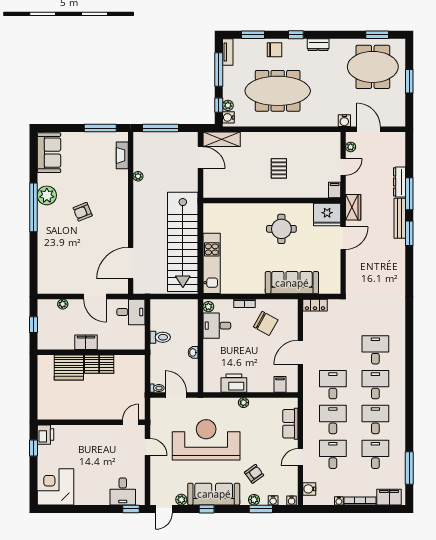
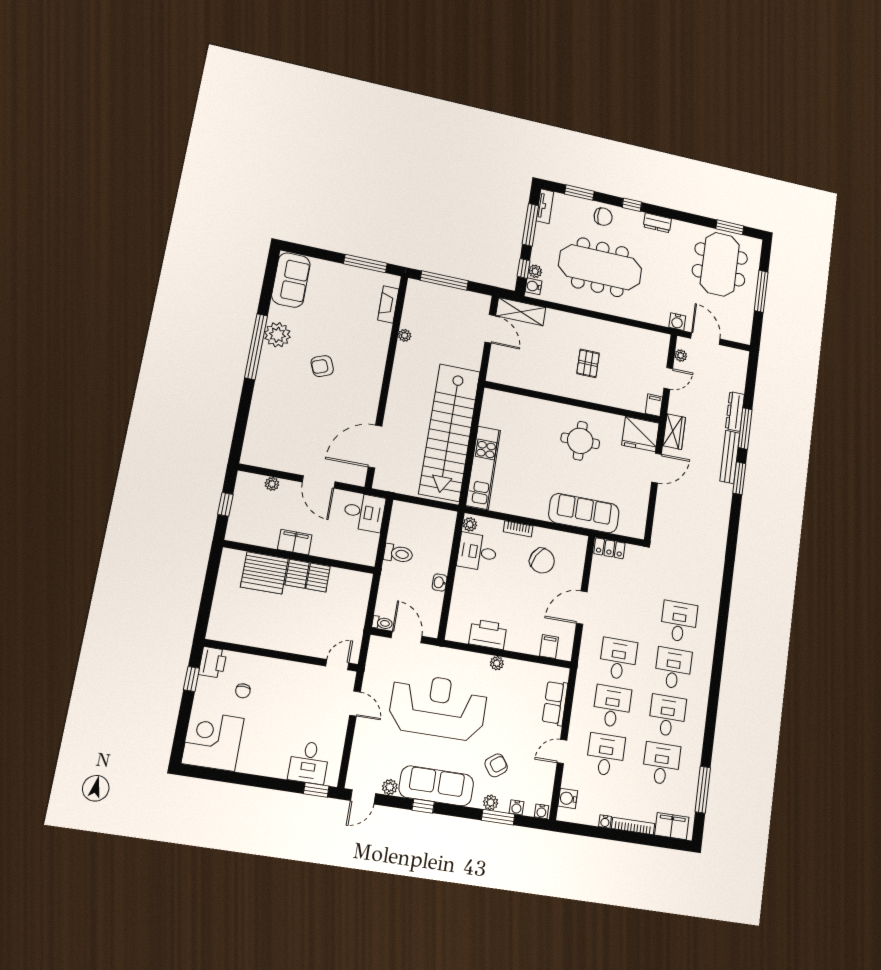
meeting table: (373, 67) -> (720, 264), turned 90
window: (409, 81) -> (761, 291), width x1.44
chair: (69, 450) -> (243, 691), added

